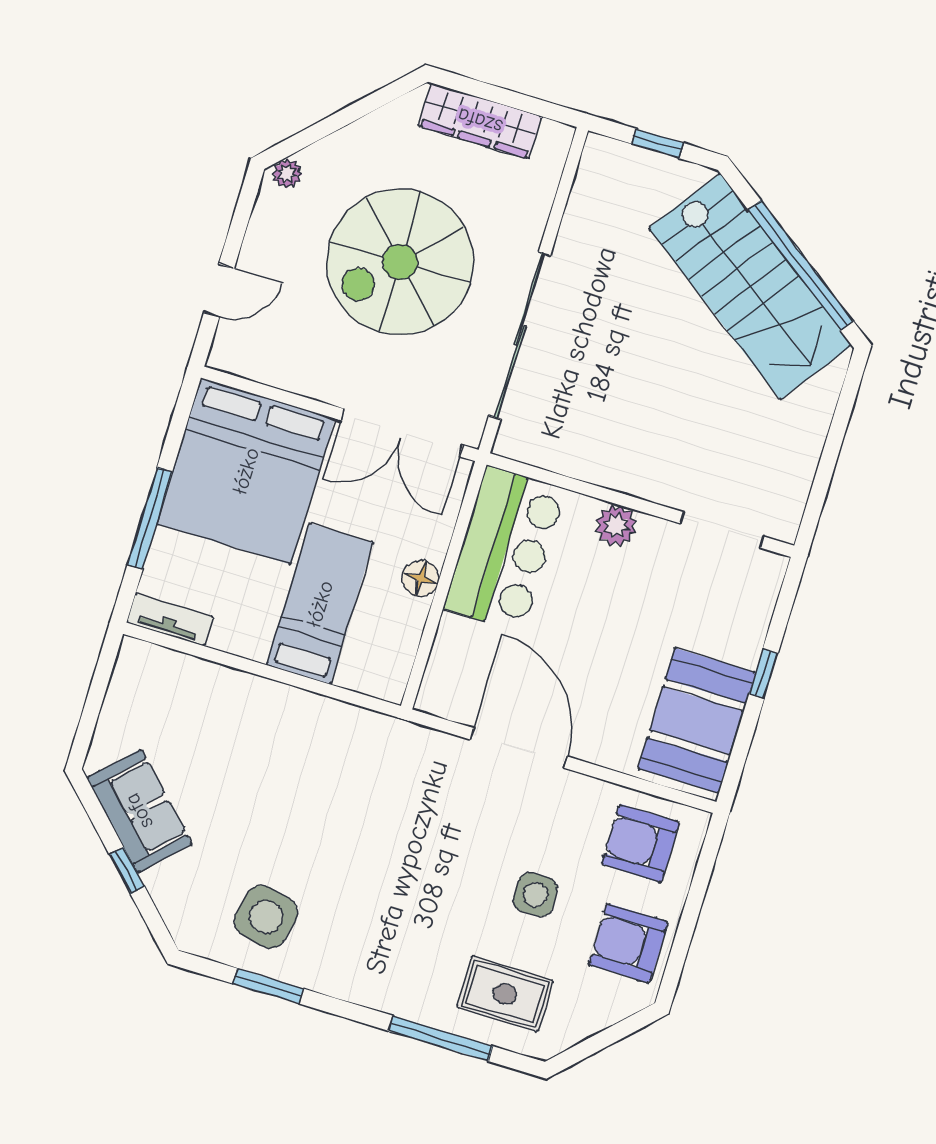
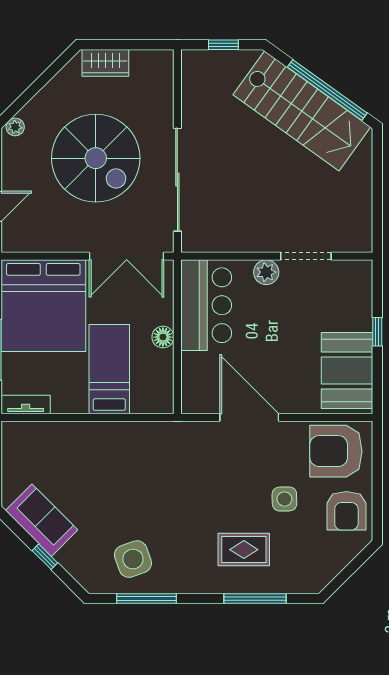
wardrobe: (480, 121) -> (105, 63), width x0.67
spiral stairs: (400, 262) -> (96, 158), turned -90
doorway: (722, 530) -> (306, 256), moved
armchair: (640, 843) -> (336, 451), width x1.36, depth x1.36
side table: (266, 917) -> (133, 559), turned -33
armchair: (628, 943) -> (346, 511), turned -90
window: (268, 986) -> (146, 599), width x1.44
rug: (505, 994) -> (244, 550), moved

